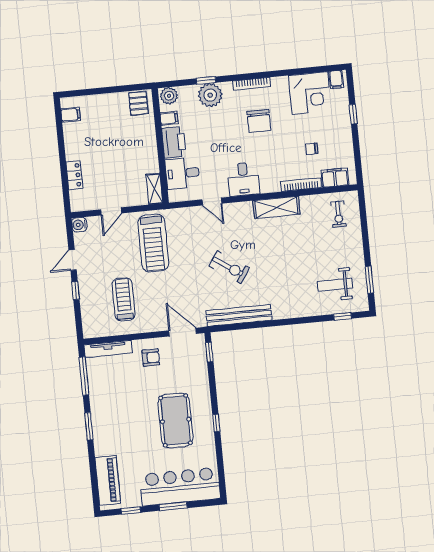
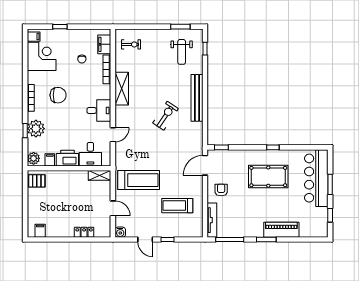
exercise bike: (229, 267) -> (166, 116), moved
bench: (239, 315) -> (197, 98), moved
piano: (108, 480) -> (281, 230), moved

